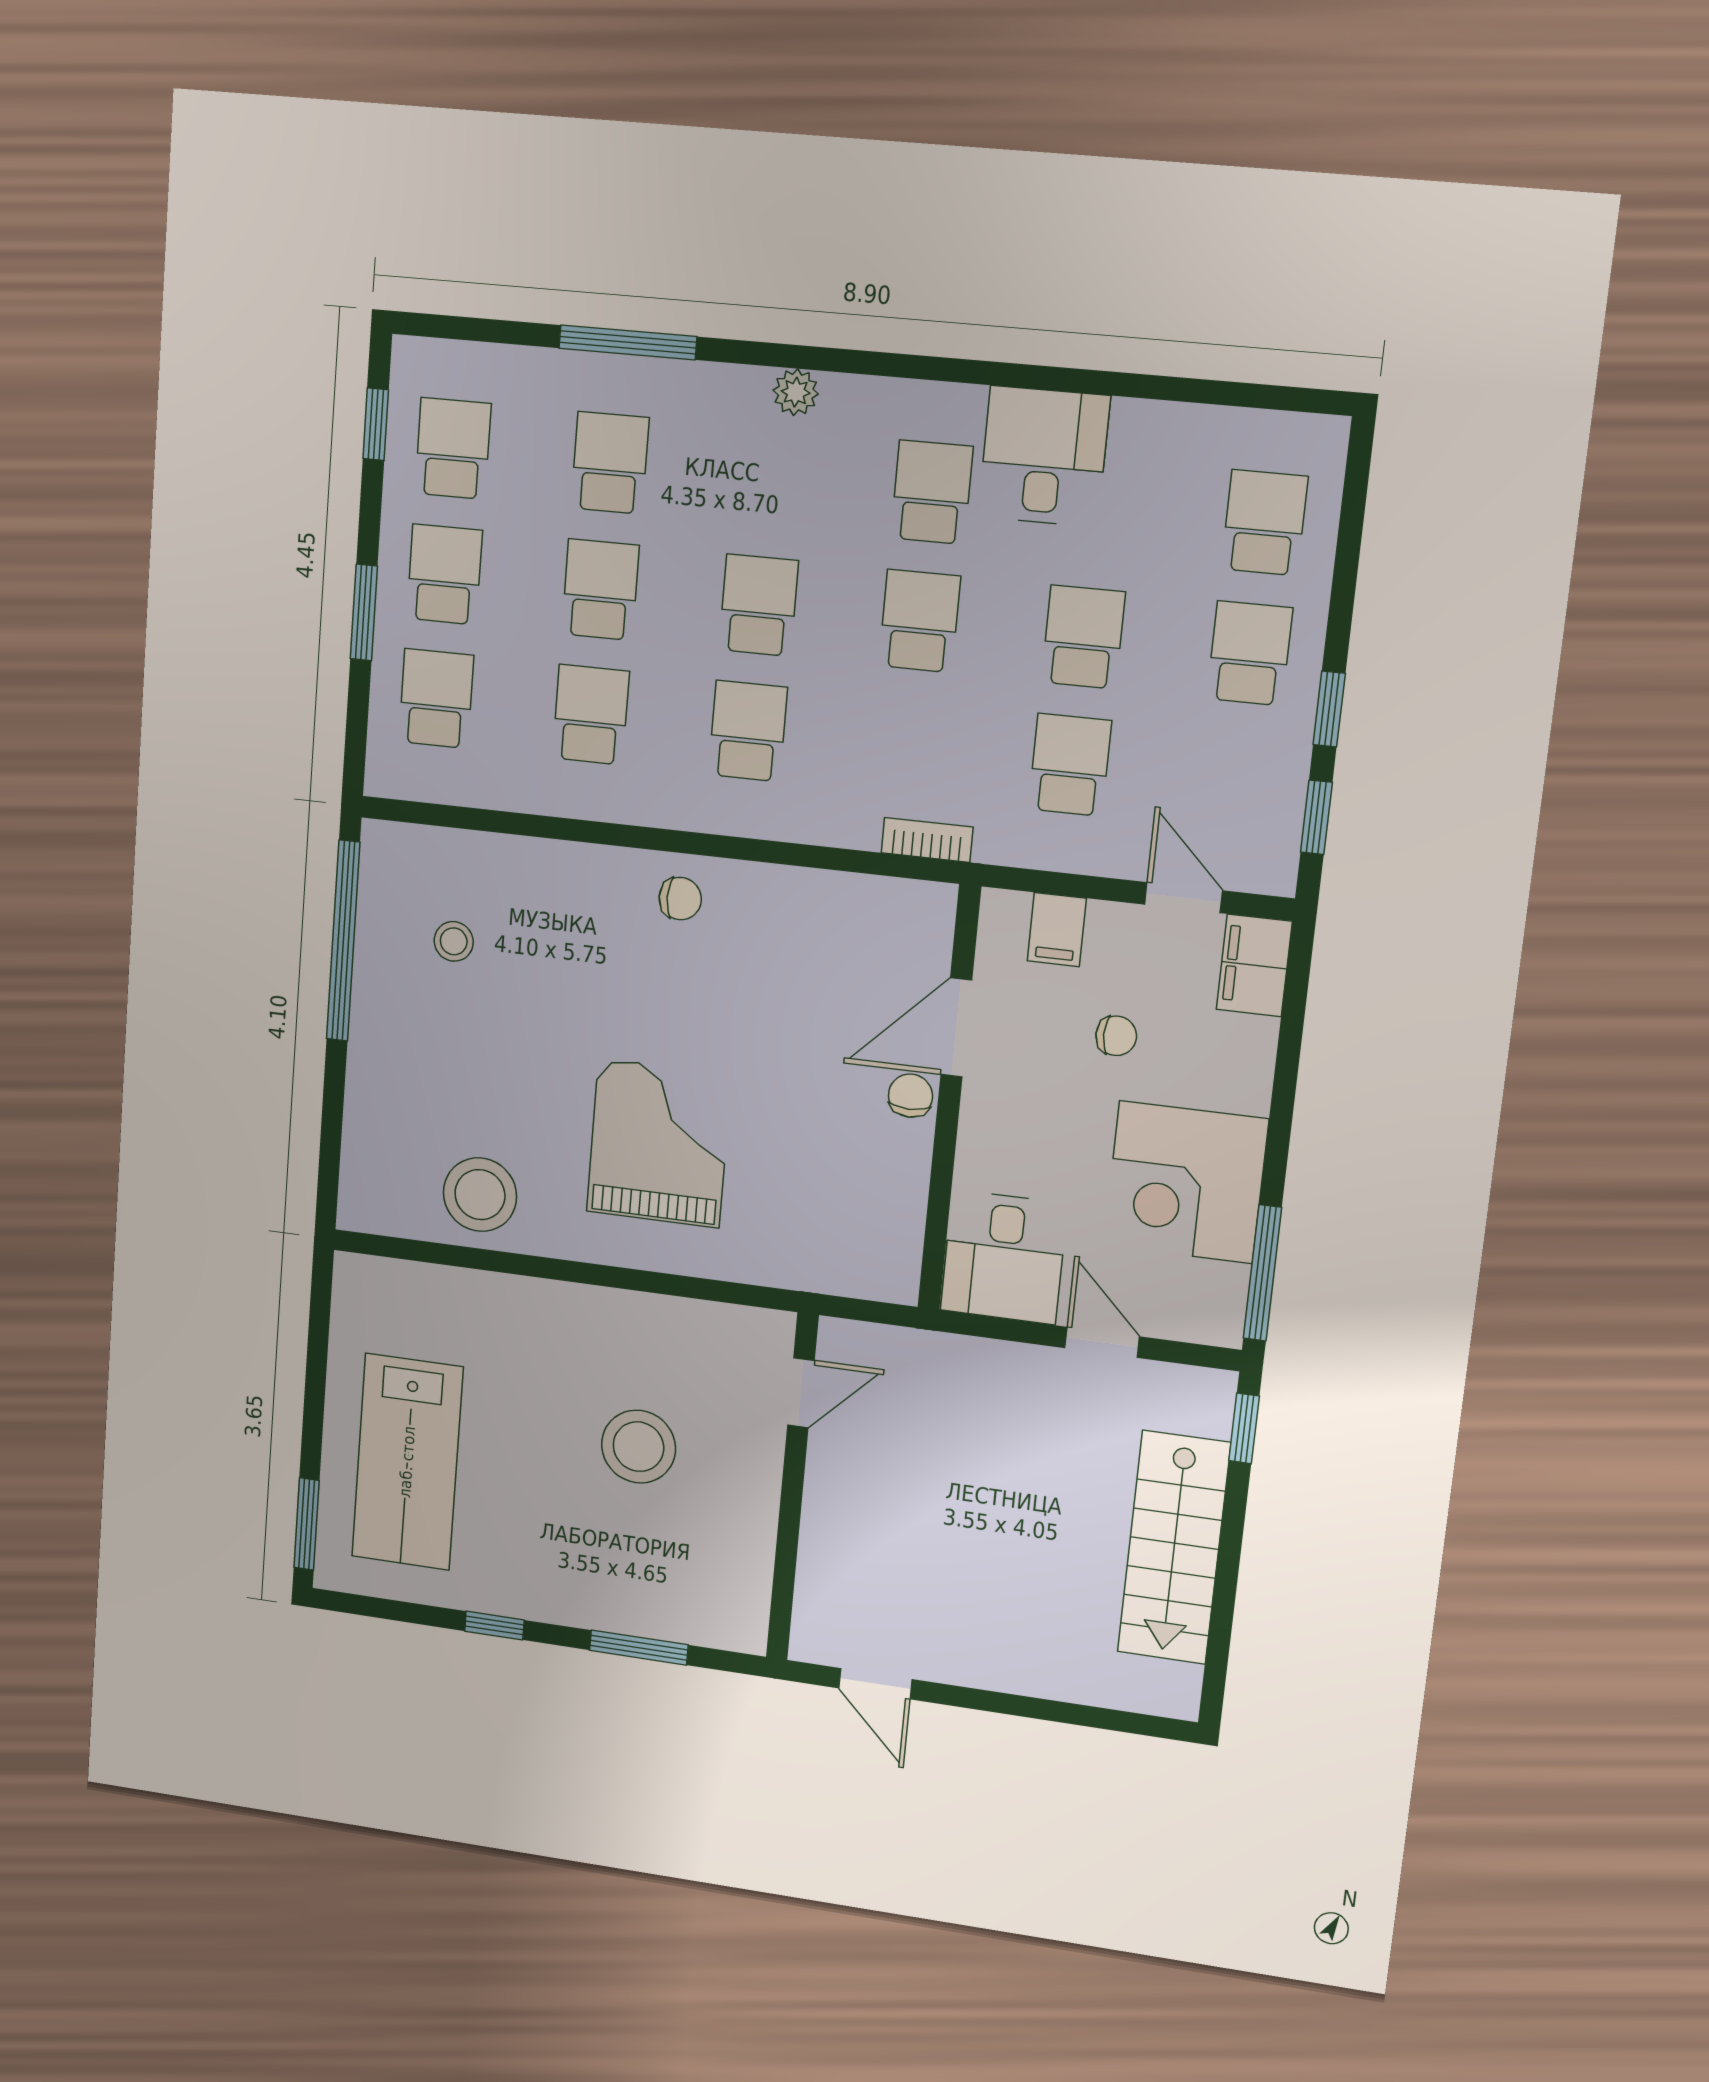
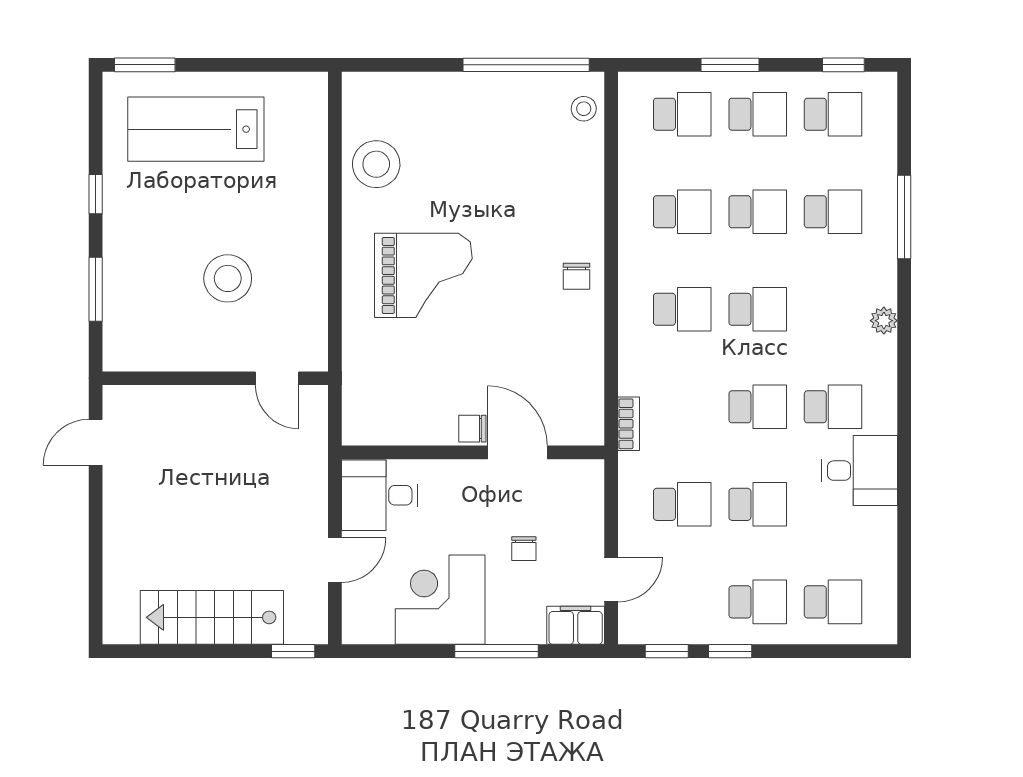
filing cabinet: (1057, 930) -> (584, 507), removed
stool: (454, 941) -> (584, 109), moved
chair: (910, 1096) -> (472, 429), turned 180
window: (1262, 1273) -> (497, 651), moved

